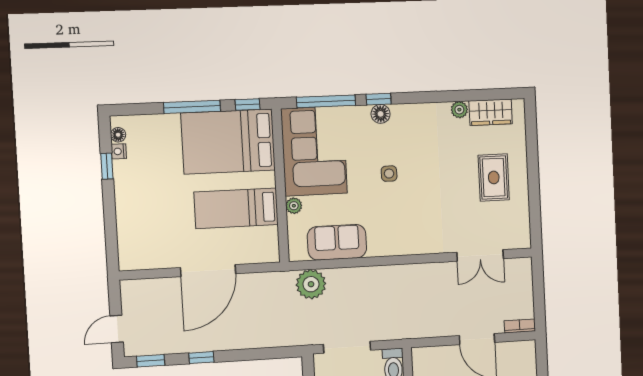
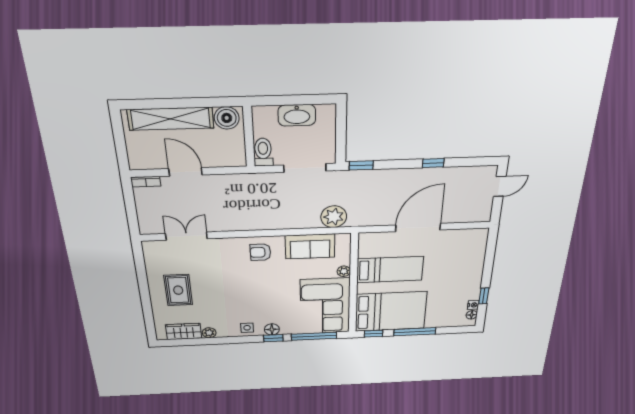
side table: (389, 174) -> (247, 328), moved
armchair: (396, 233) -> (260, 252), added
window: (151, 361) -> (361, 165), moved

